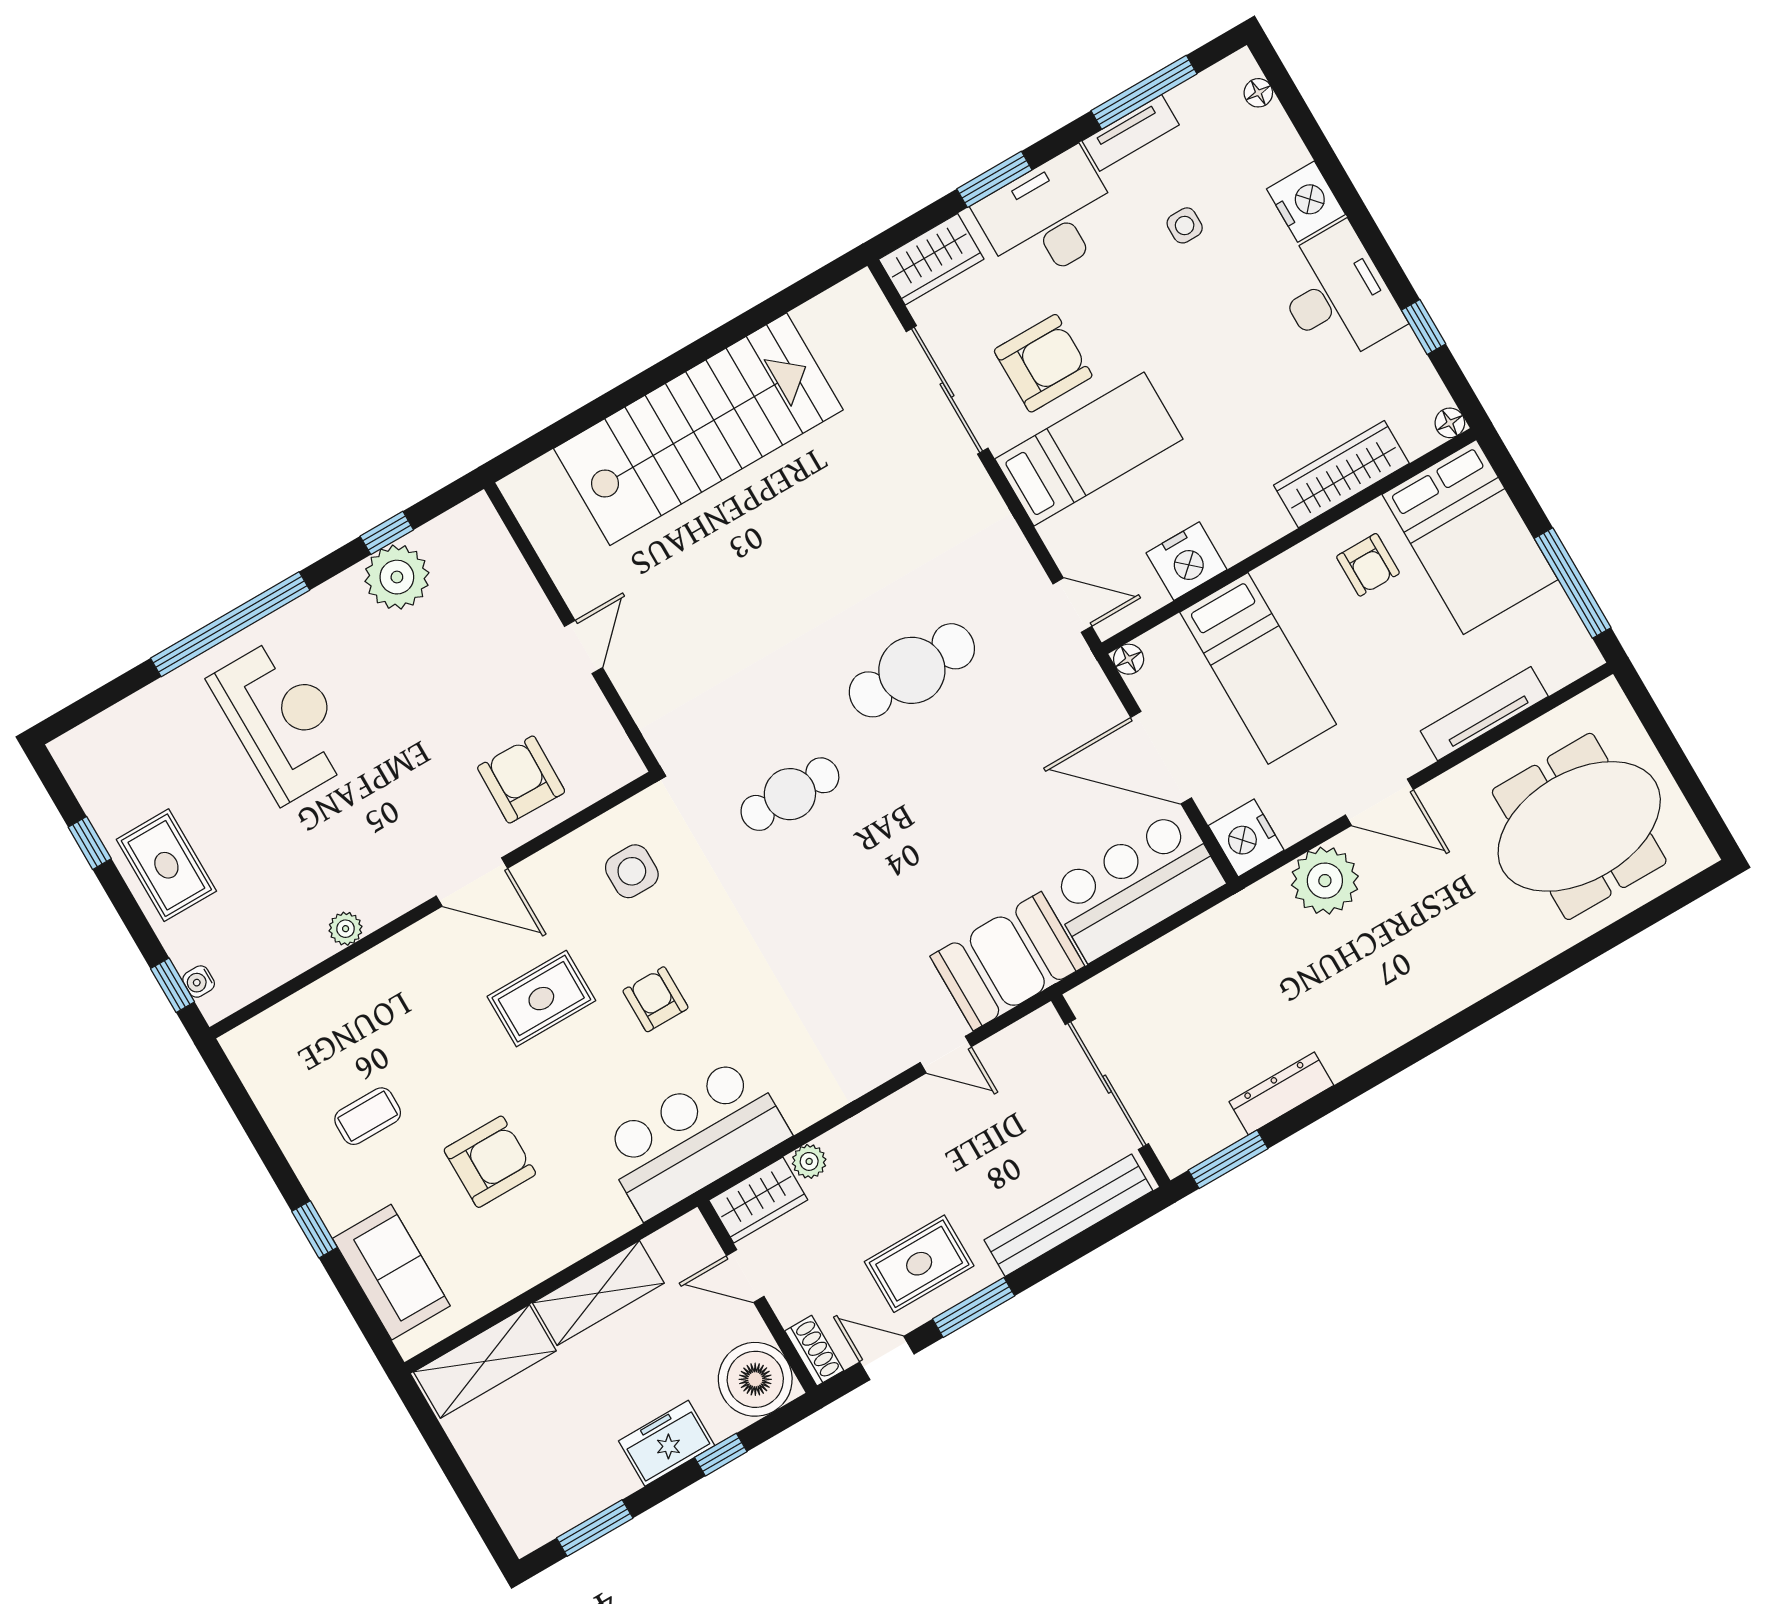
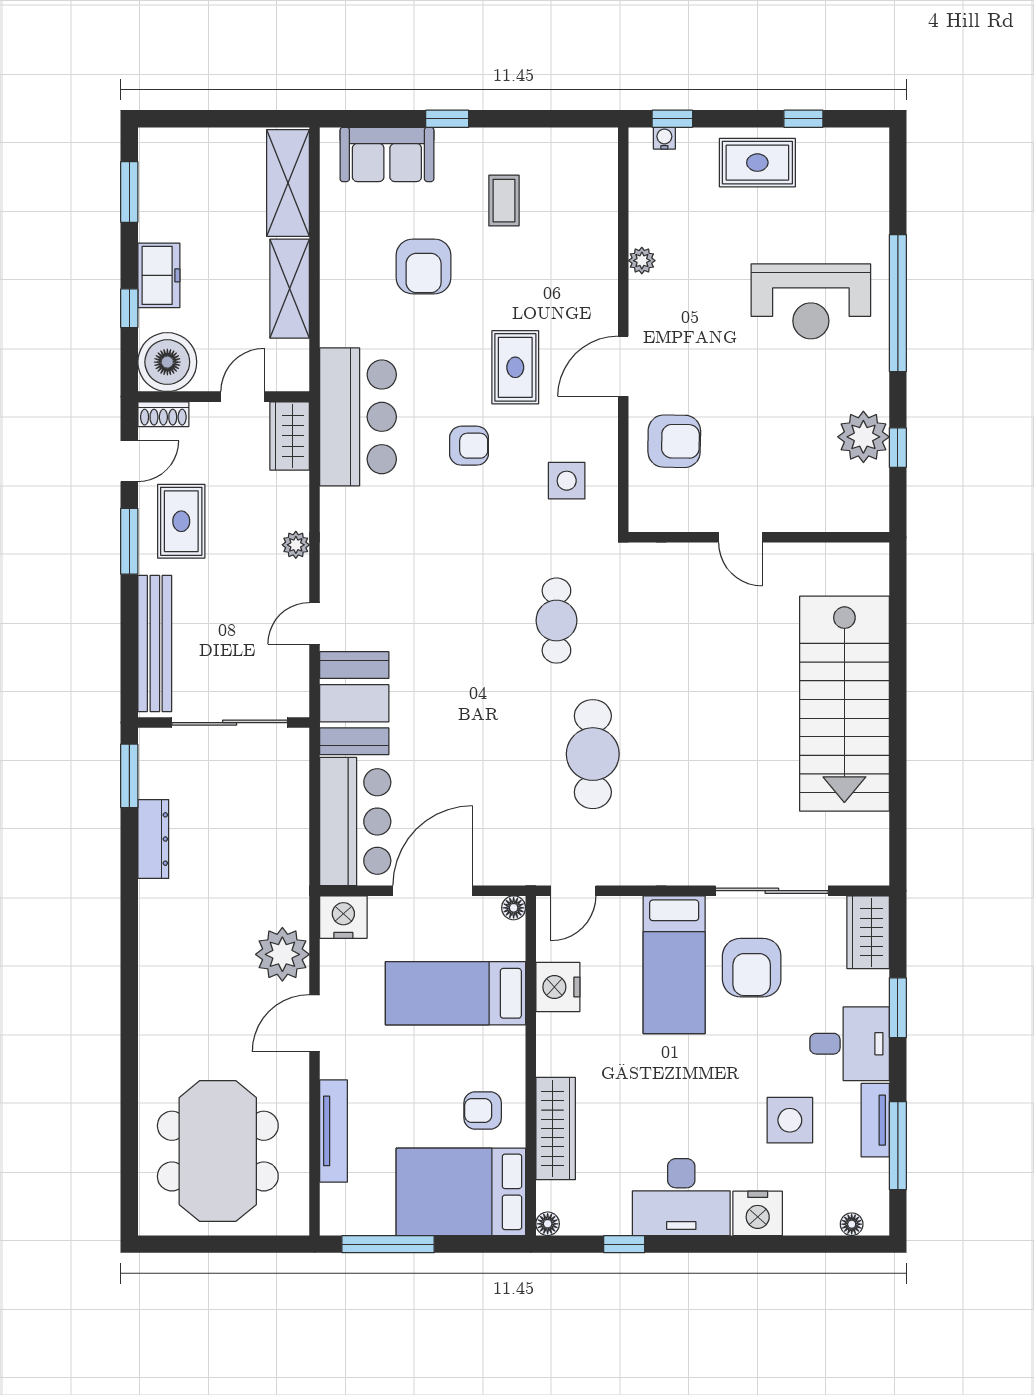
desk: (1049, 218) -> (850, 1044), width x0.73
side table: (1185, 225) -> (790, 1120), width x1.87, depth x1.87
plant: (809, 1161) -> (296, 545), moved

